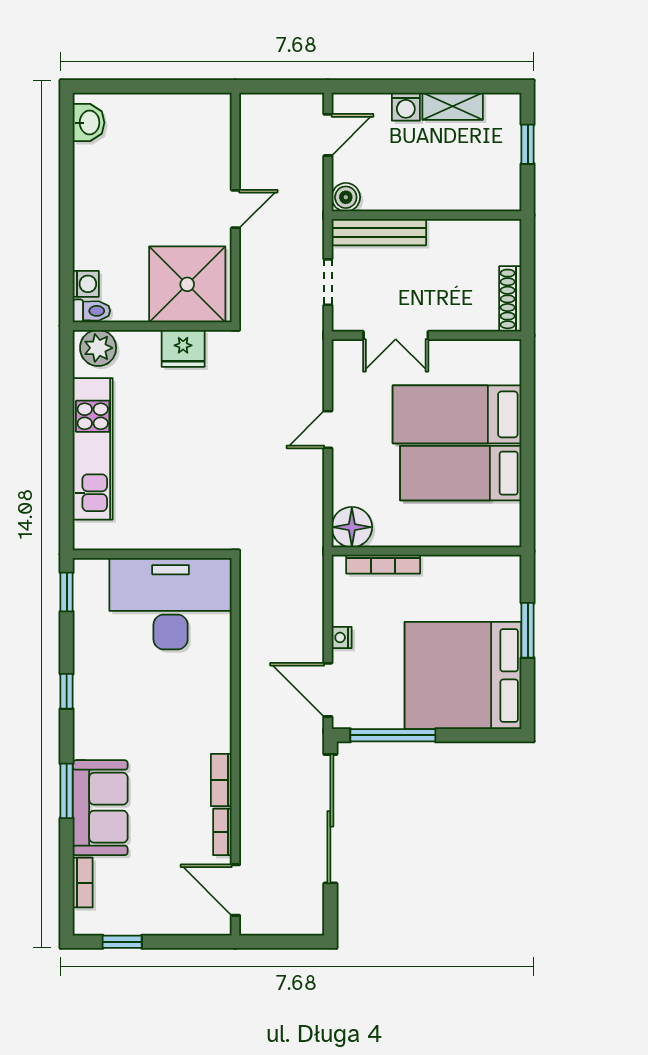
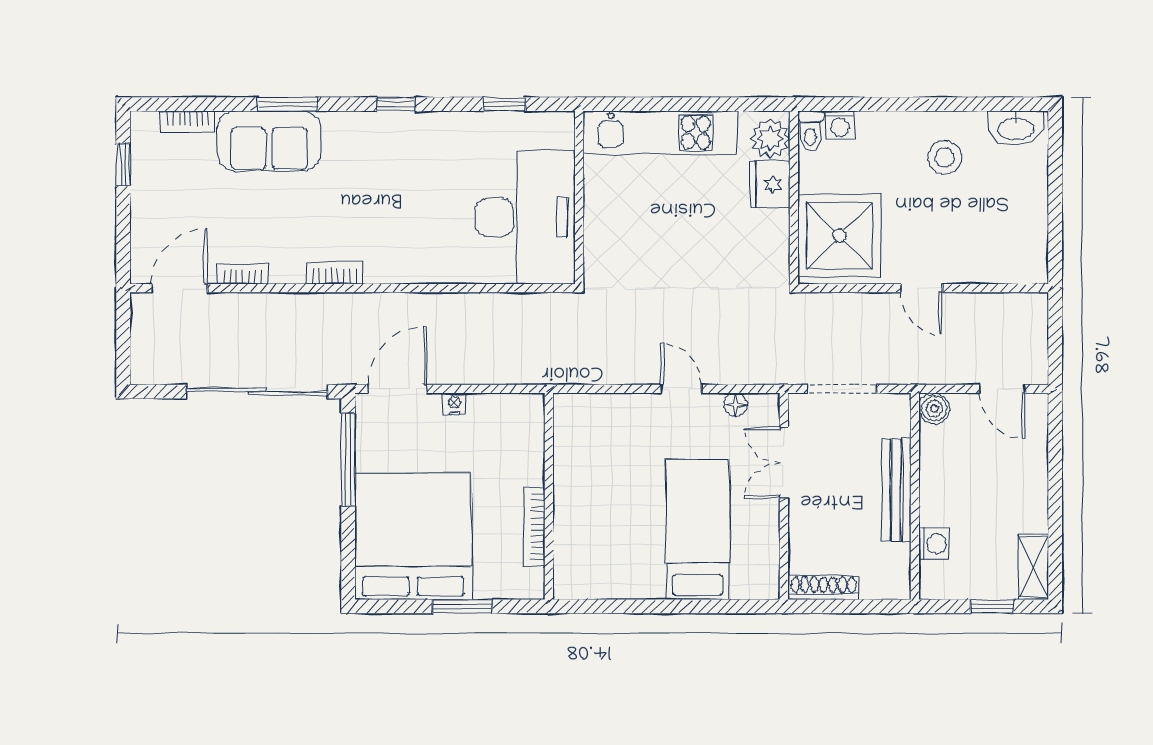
shelving: (453, 106) -> (1034, 567), moved
washing machine: (406, 107) -> (934, 544), moved, turned 180
washbasin: (89, 123) -> (1016, 128), width x1.38
stool: (116, 188) -> (945, 158), added
bench: (379, 232) -> (896, 490), moved
doorway: (328, 282) -> (842, 389), width x1.38
fridge: (183, 348) -> (770, 184), moved
bed: (461, 473) -> (634, 534), removed
floor lamp: (352, 527) -> (736, 405), moved, width x0.53, depth x0.53
wall: (152, 554) -> (579, 197), moved
bookcase: (383, 564) -> (535, 527), moved
desk: (171, 604) -> (525, 217), moved
bookcase: (221, 780) -> (335, 273), moved

